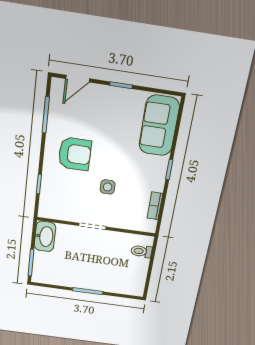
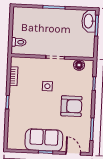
door: (78, 79) -> (73, 153), hinge flipped
sofa: (159, 126) -> (44, 140), moved, turned -90
armchair: (75, 154) -> (71, 106), turned 180
floor lamp: (59, 212) -> (79, 65), added
washbasin: (45, 236) -> (89, 21), moved

